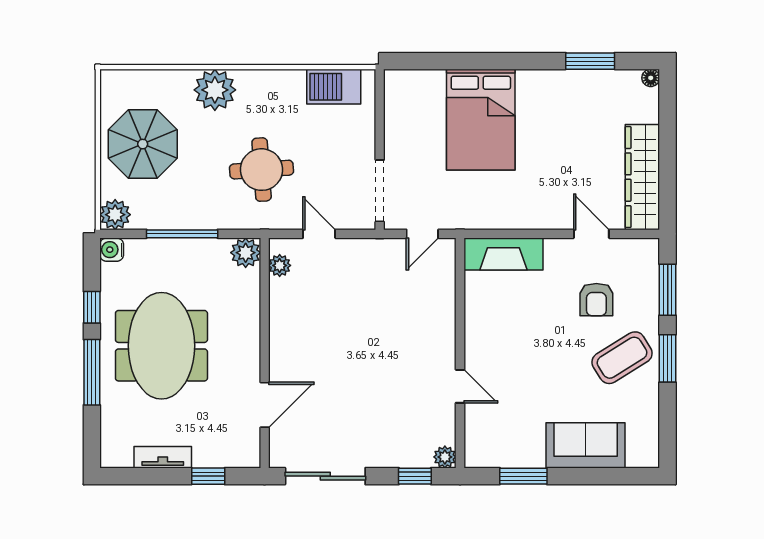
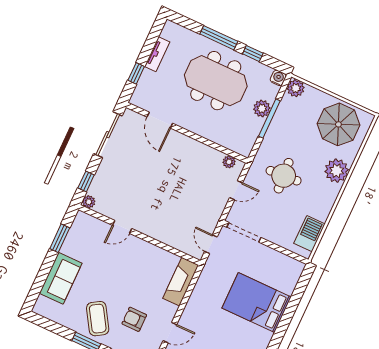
parasol: (143, 144) -> (338, 124), moved
plant: (246, 253) -> (262, 109), moved

